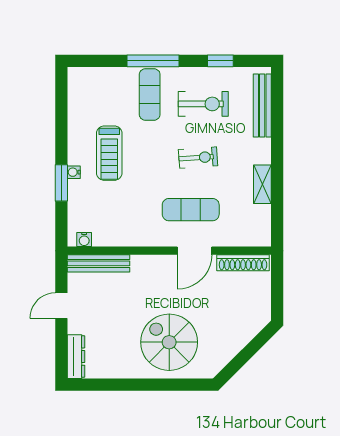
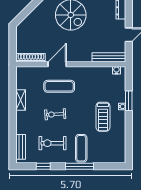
bench: (262, 106) -> (21, 147), width x0.73
treadmill: (109, 153) -> (103, 117), turned 180

